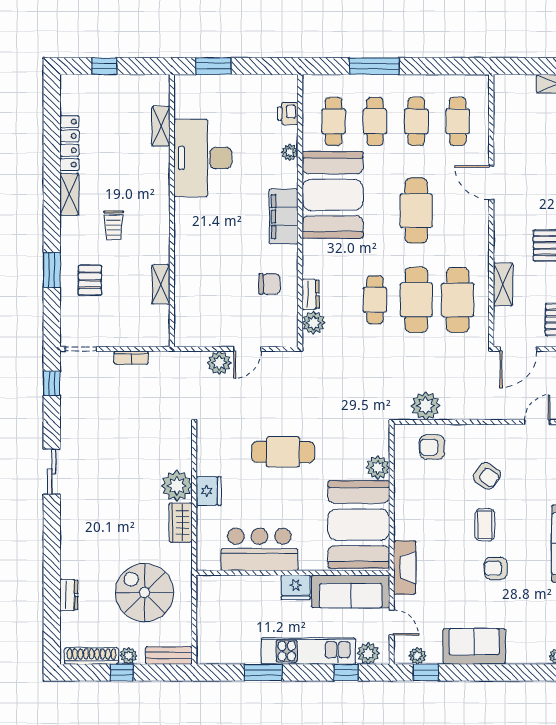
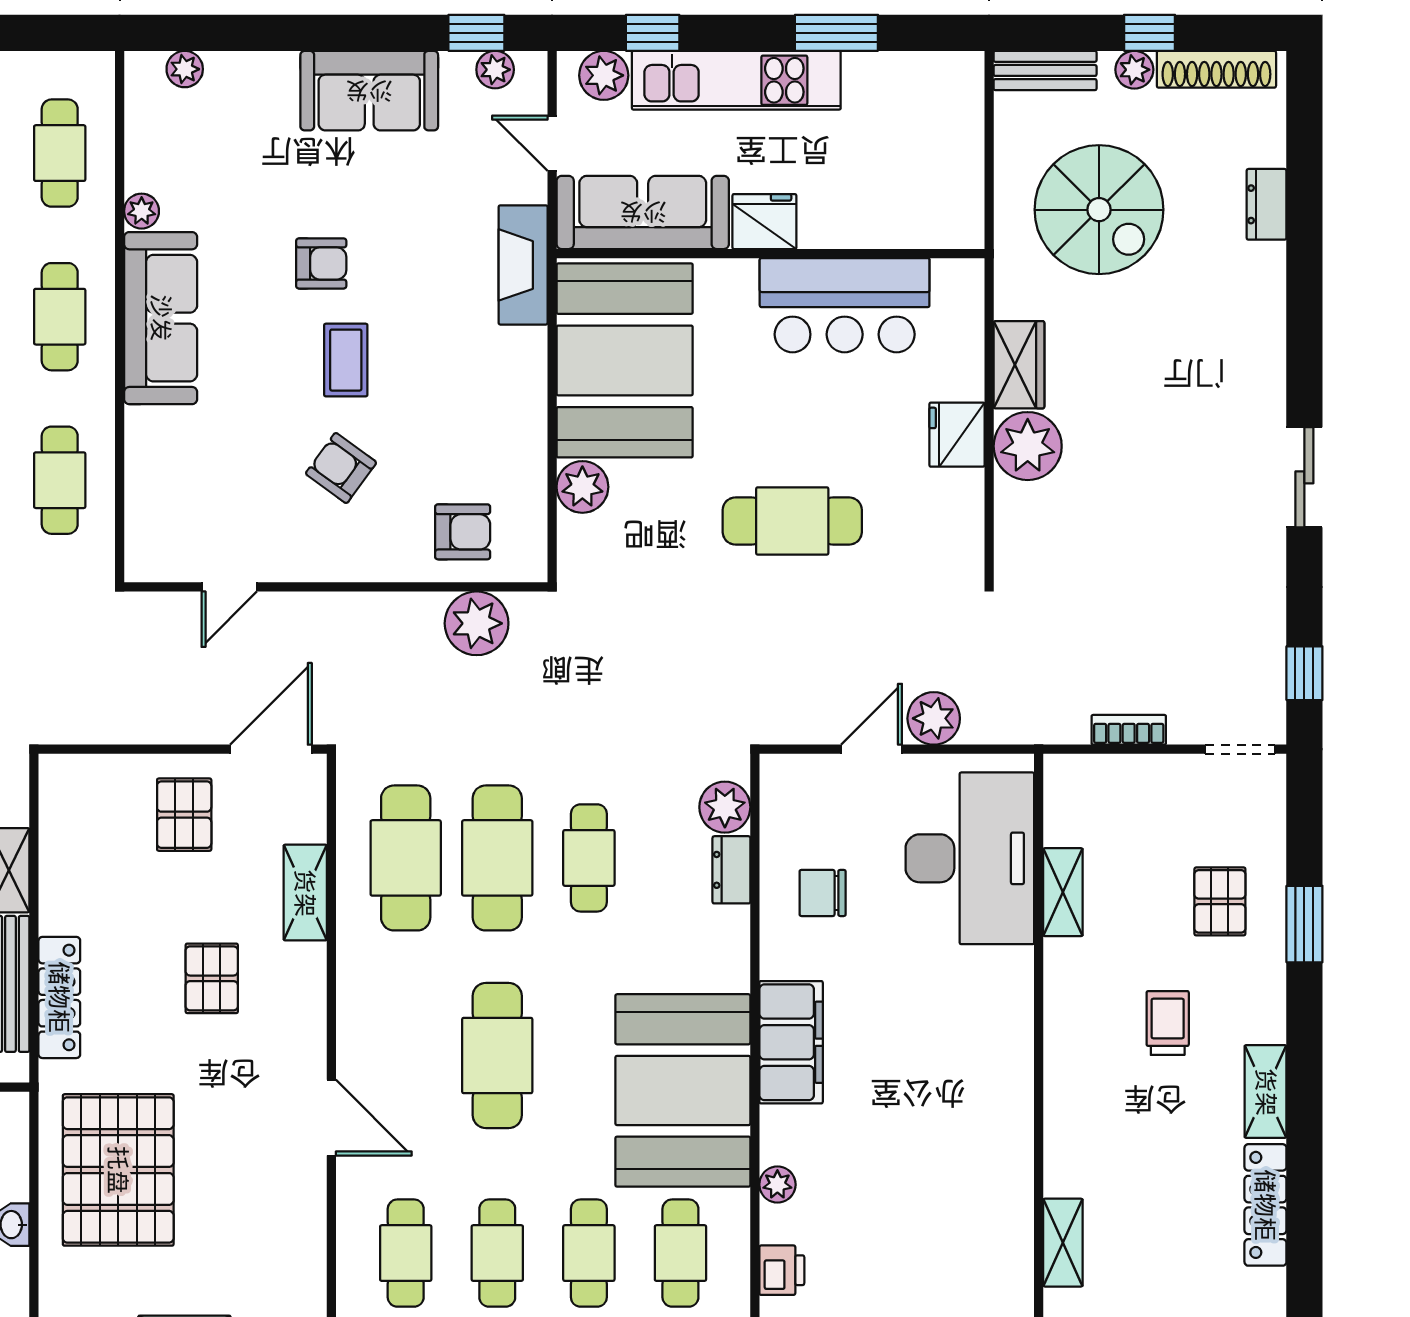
desk: (203, 158) -> (970, 858), moved

